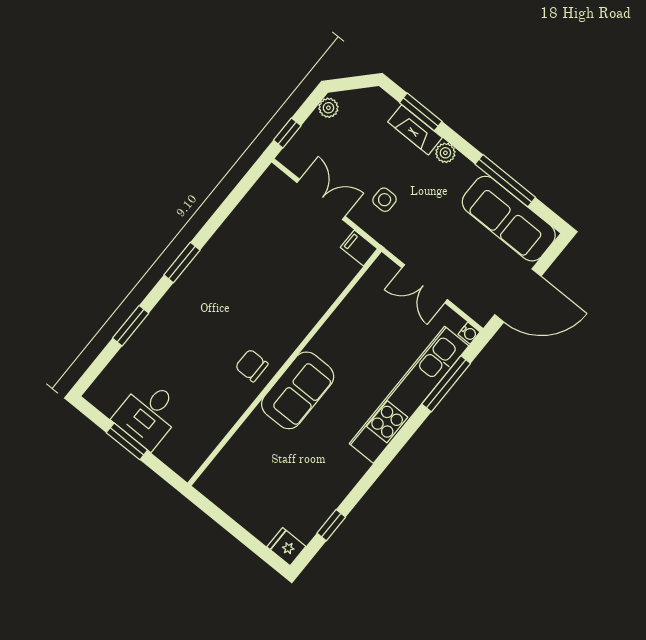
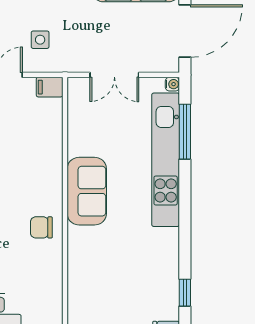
sofa: (298, 390) -> (87, 191), moved

